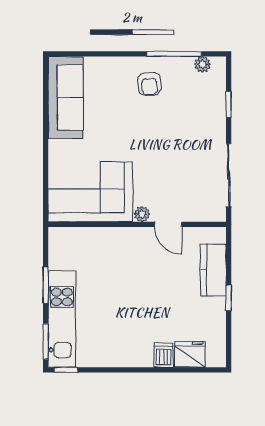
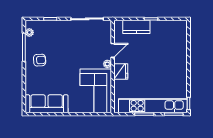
kitchen unit: (62, 319) -> (153, 106), width x1.36
fridge: (190, 354) -> (121, 72), moved, turned 180
dishwasher: (163, 355) -> (181, 53), removed

